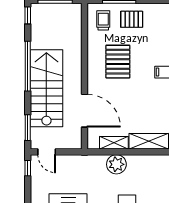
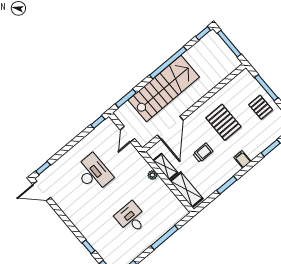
trolley: (103, 20) -> (203, 153), moved
pallet: (118, 62) -> (223, 122), turned 90
door: (47, 152) -> (127, 134), moved
plant: (116, 164) -> (152, 175), width x0.53, depth x0.53

